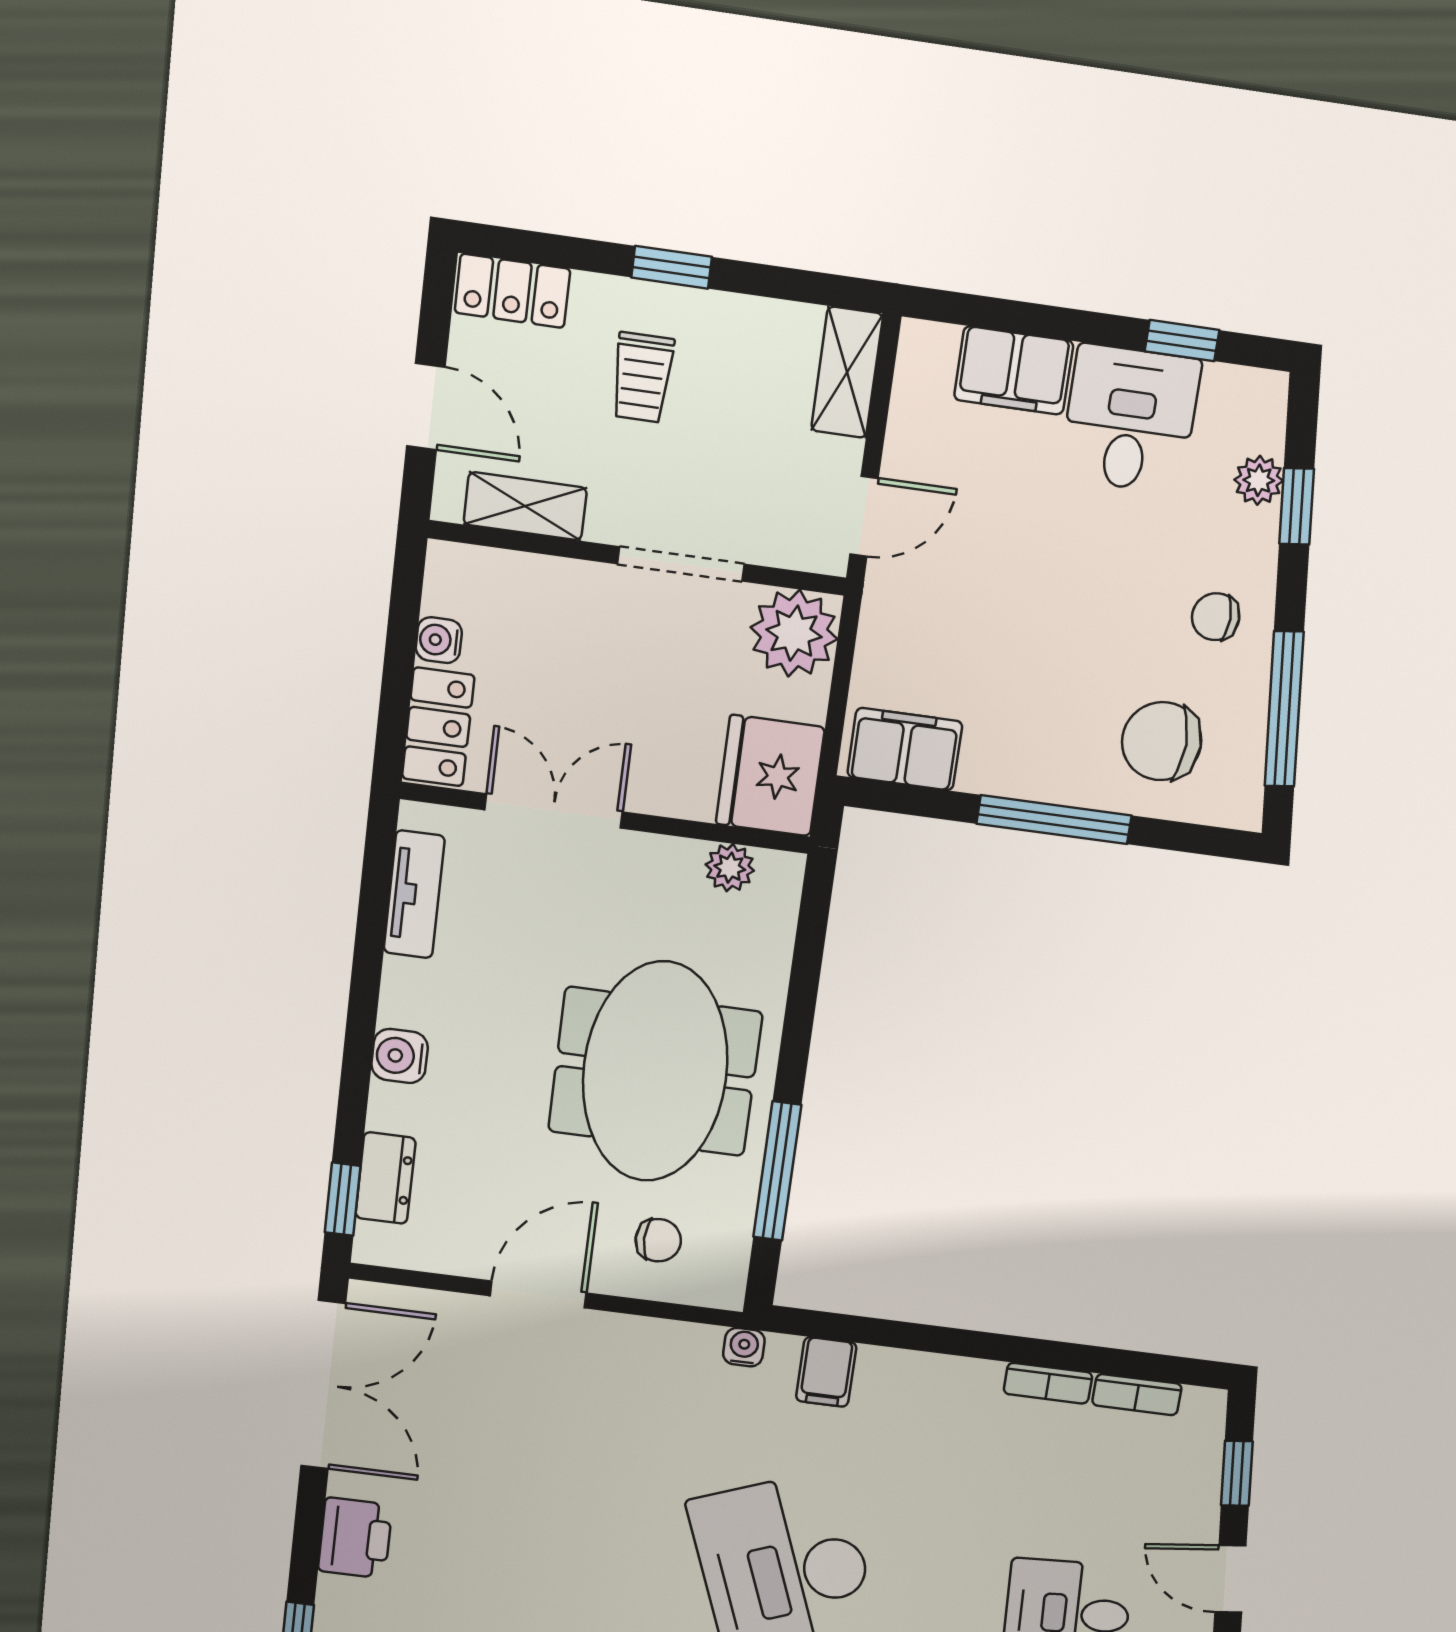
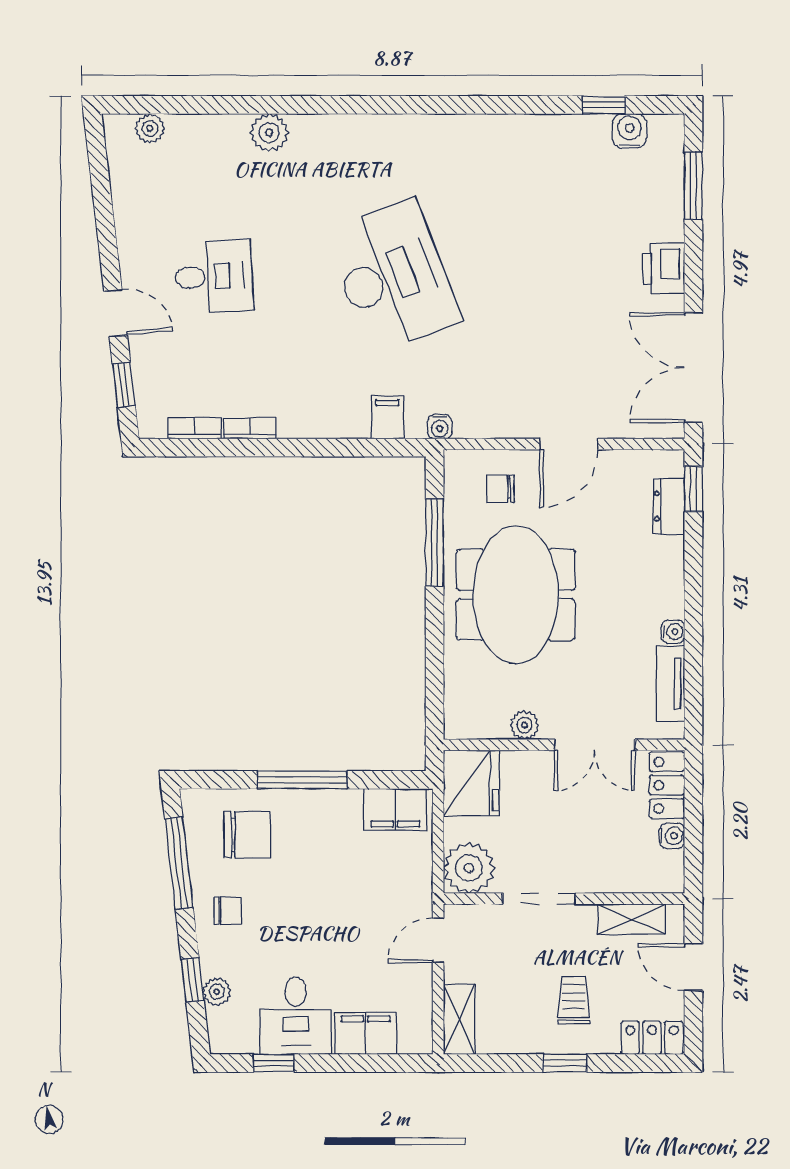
plant: (730, 868) -> (524, 725), moved
water cooler: (400, 1056) -> (673, 632), moved, width x0.72, depth x0.72

